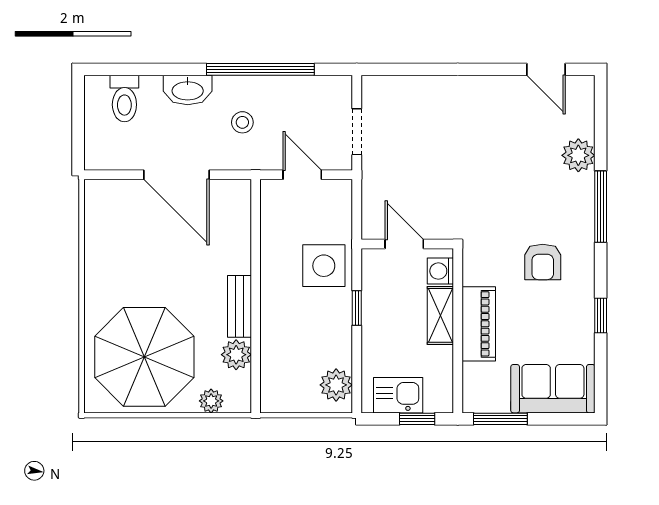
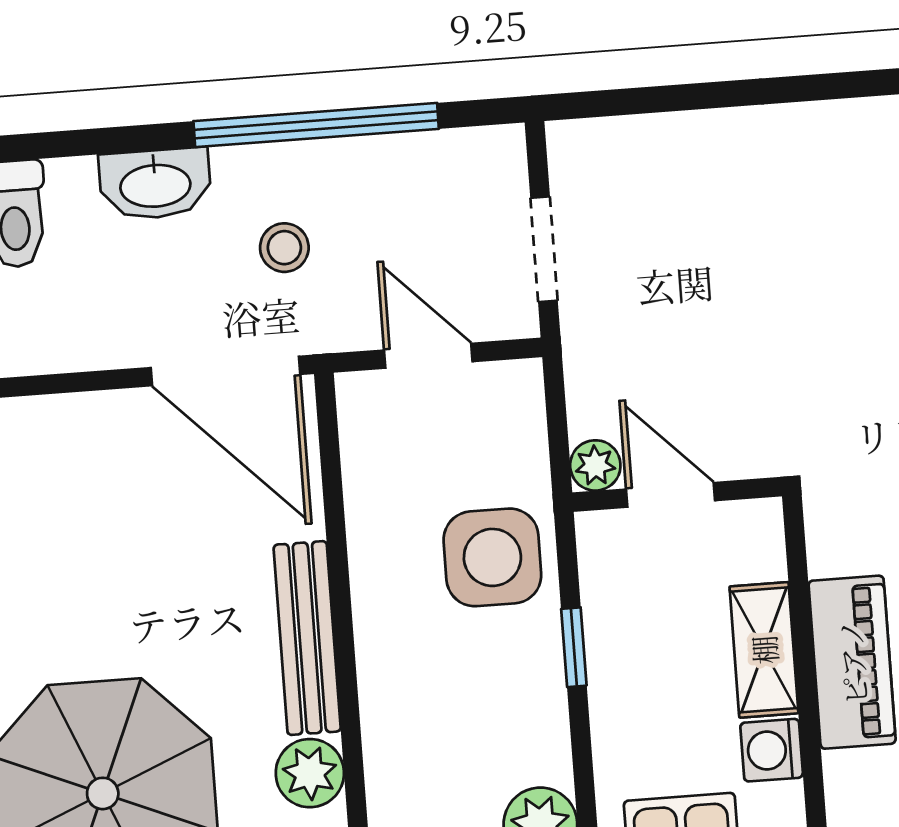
door: (176, 175) -> (226, 371), moved
plant: (372, 229) -> (595, 465), added
washing machine: (440, 271) -> (772, 750), moved
bench: (240, 306) -> (307, 638), width x1.36

